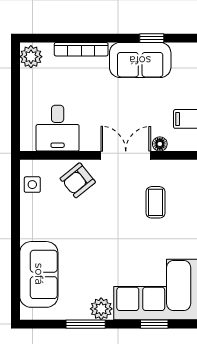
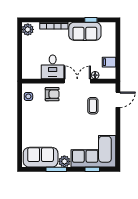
desk: (58, 128) -> (53, 67), moved
armchair: (78, 180) -> (52, 94), turned -141
sofa: (39, 274) -> (41, 157), moved, turned -90

